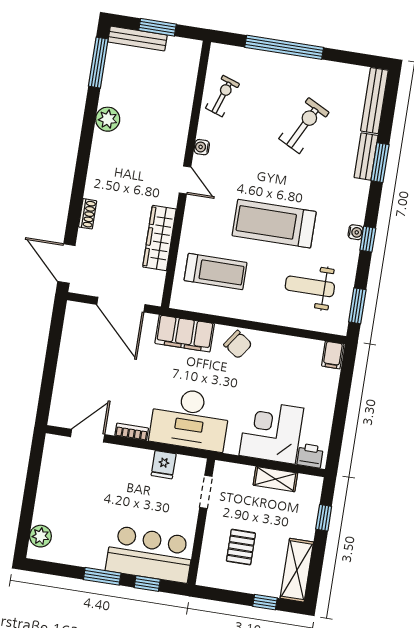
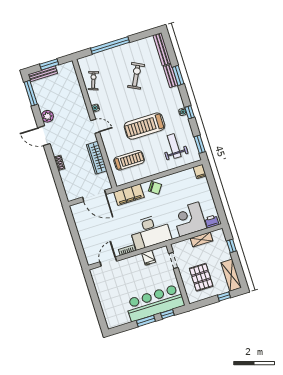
door: (66, 264) -> (44, 136), moved
weight bench: (310, 286) -> (174, 146), turned 90
plant: (40, 536) -> (110, 317), removed
pallet: (241, 547) -> (201, 277), width x1.50, depth x1.42
bar counter: (150, 554) -> (155, 303), width x1.36

